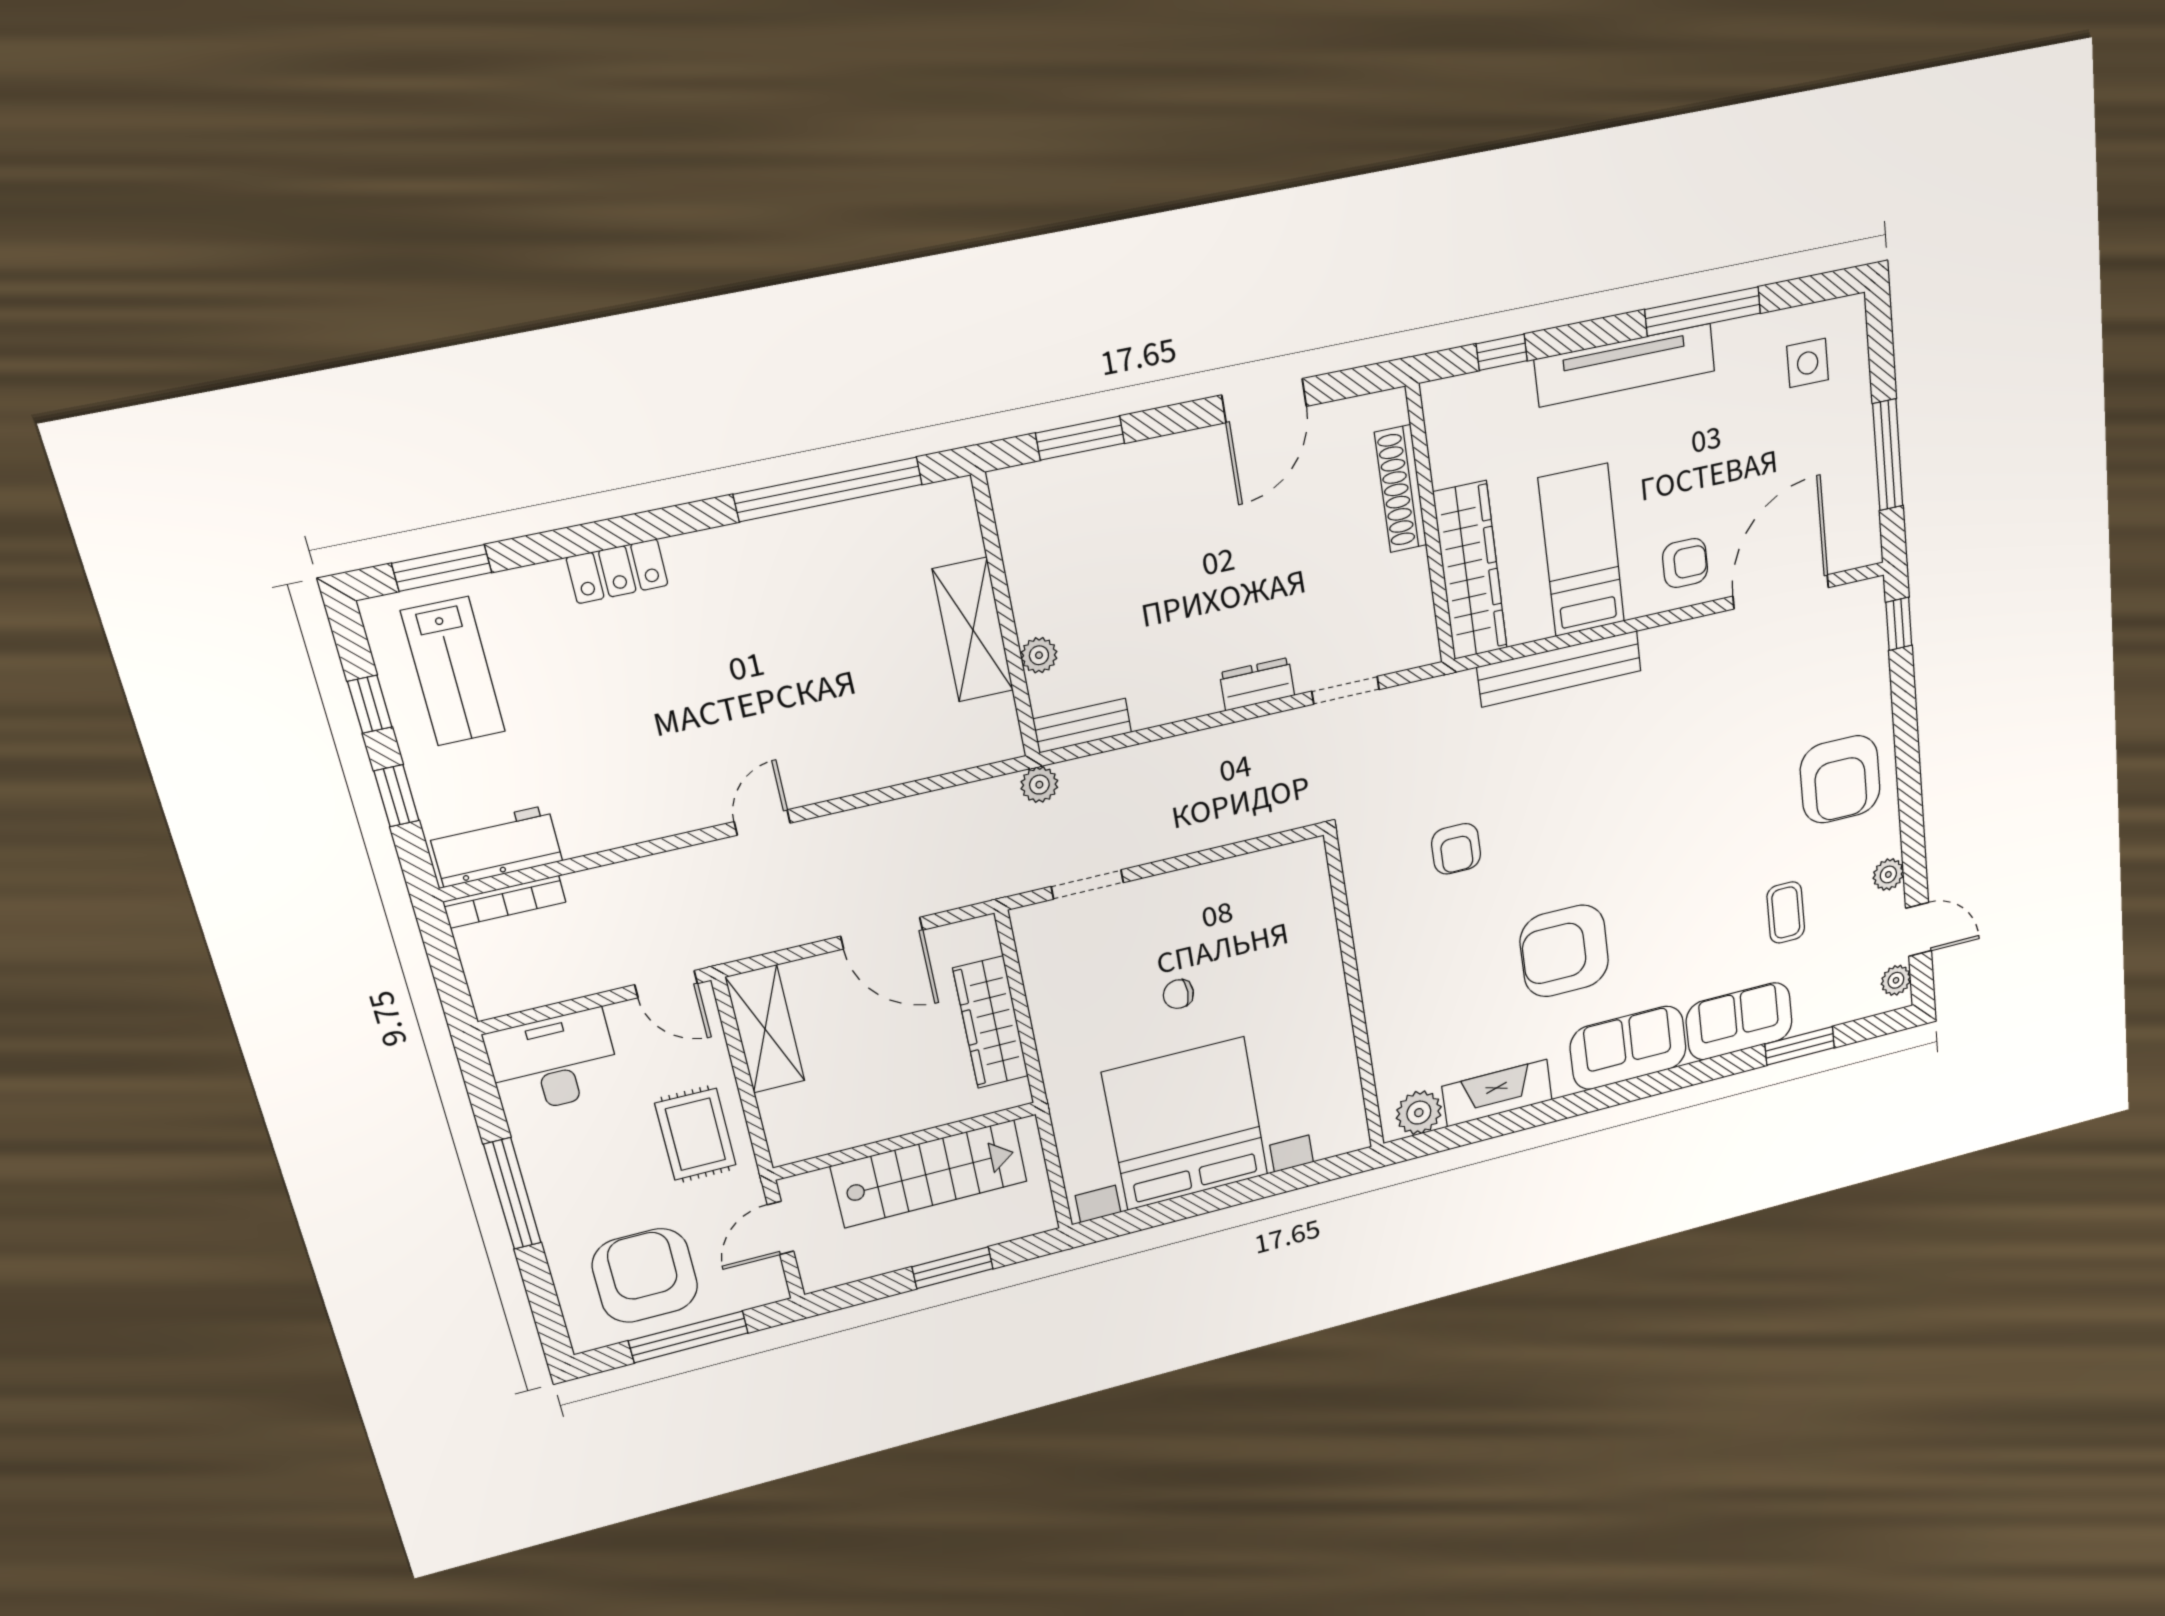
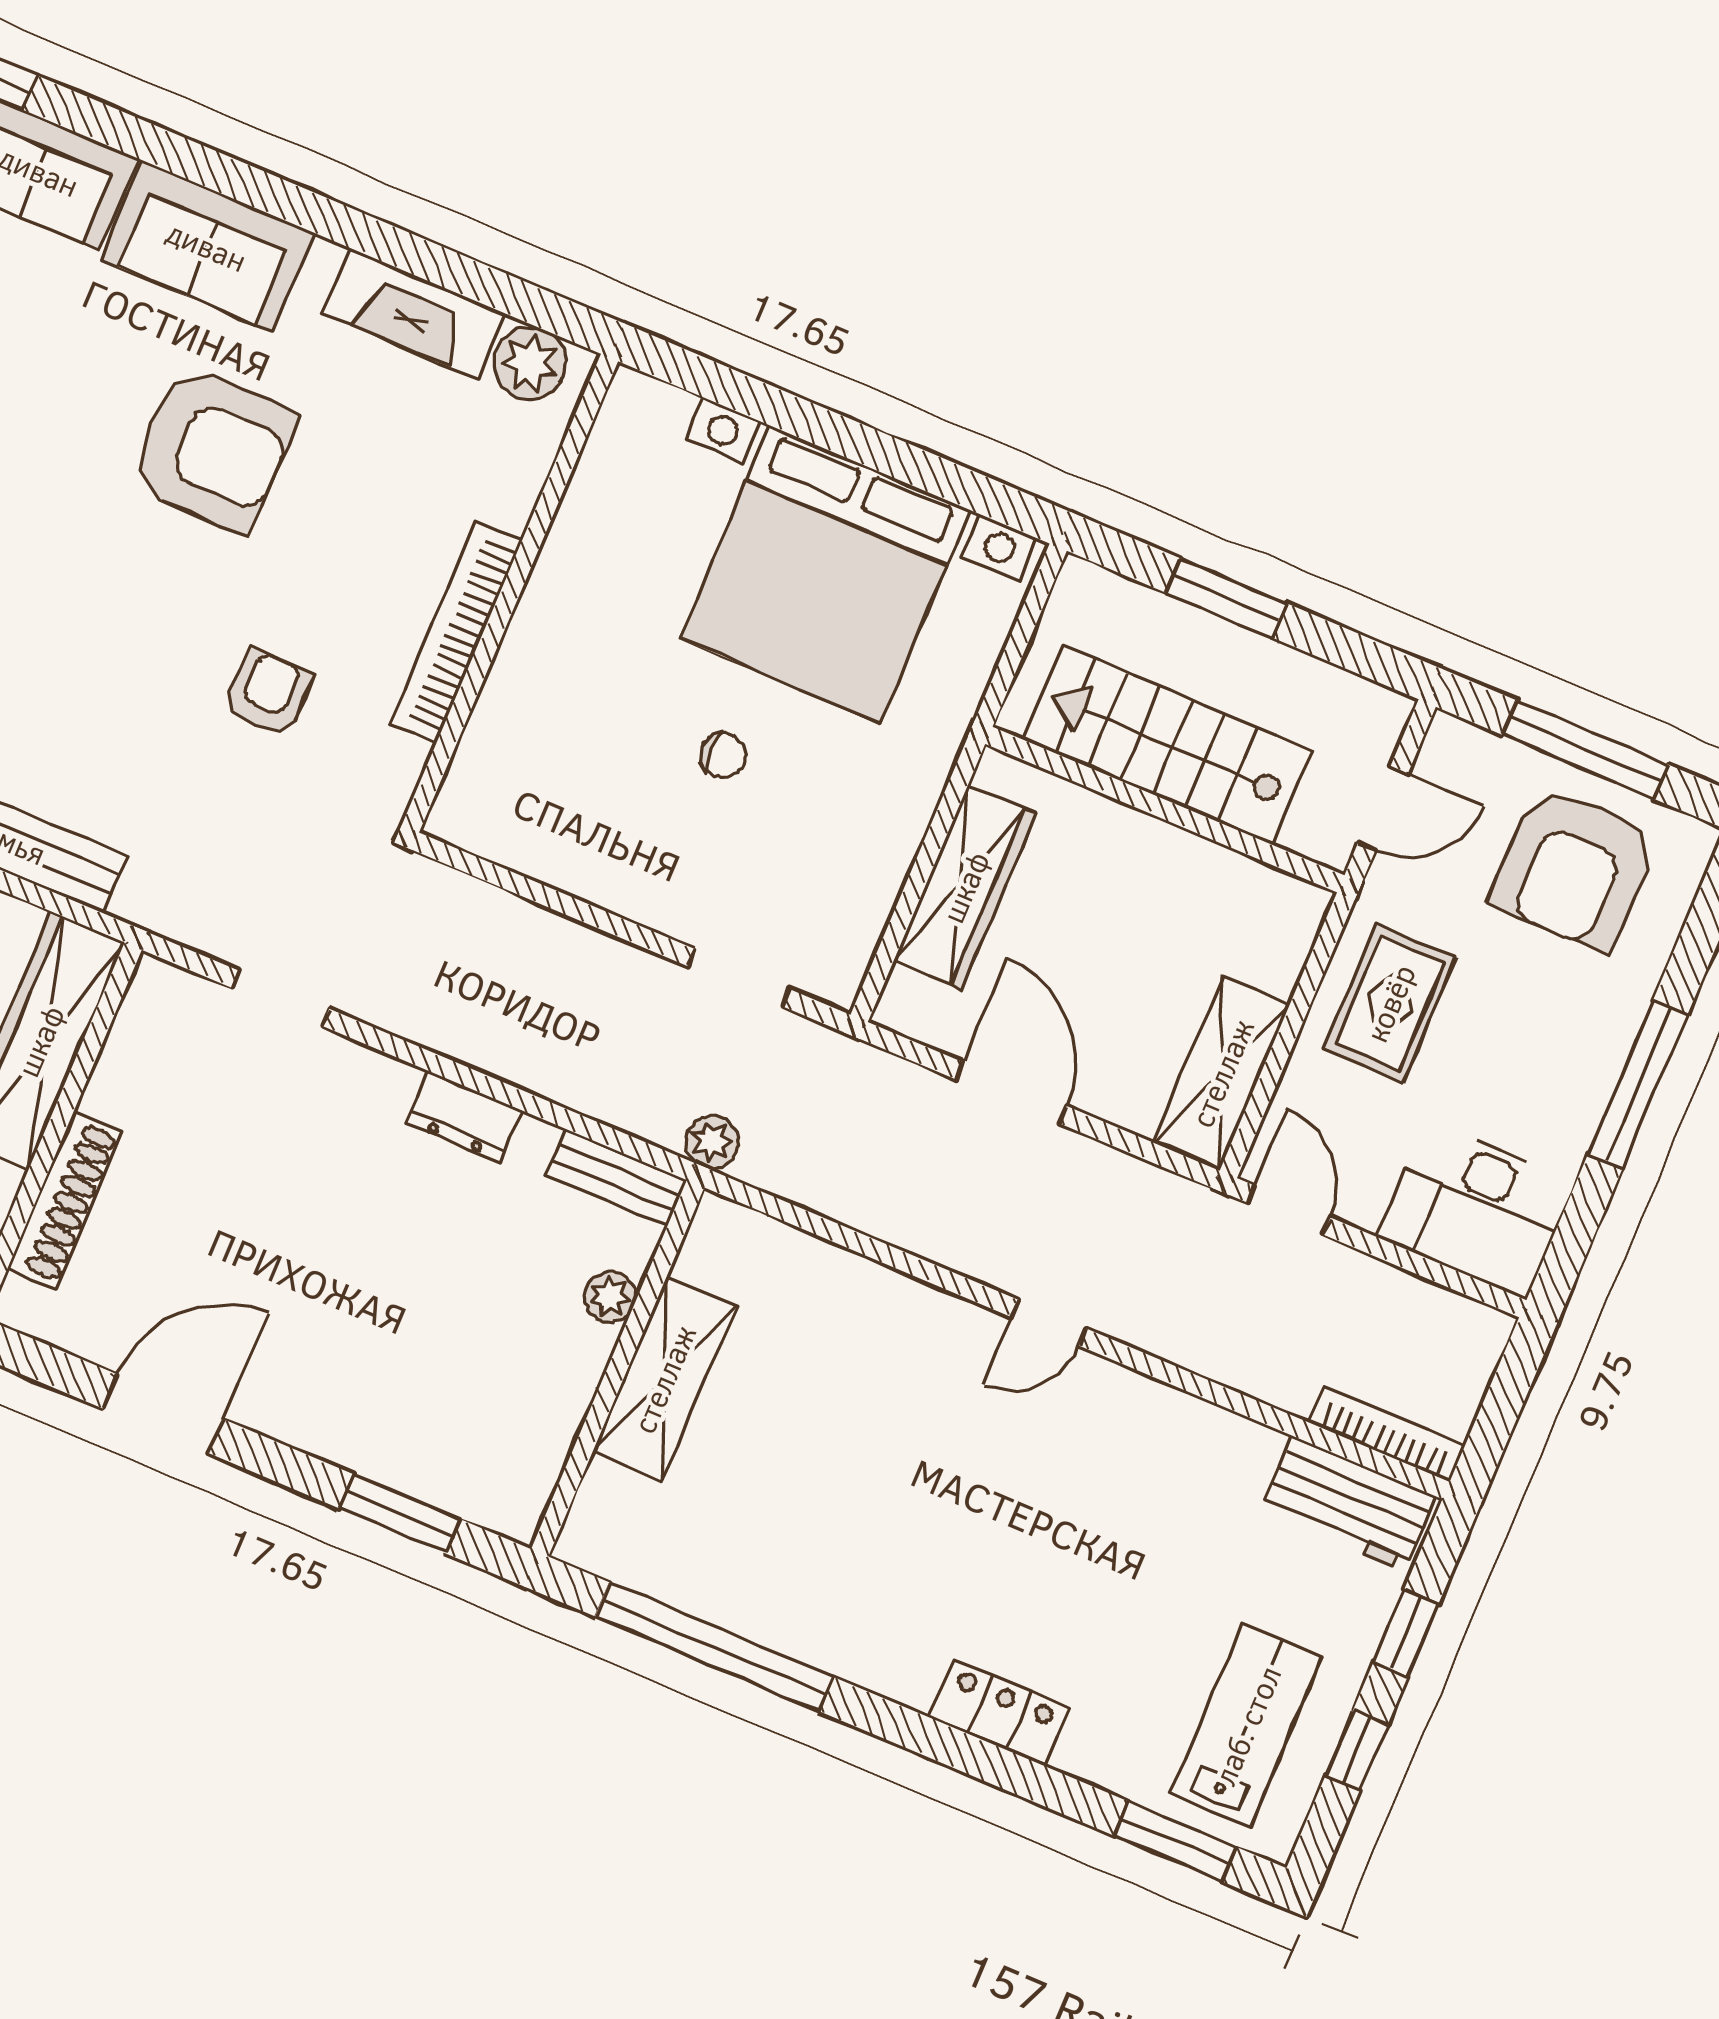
dresser: (1257, 684) -> (464, 1117), moved
bookcase: (1371, 953) -> (456, 633), added

